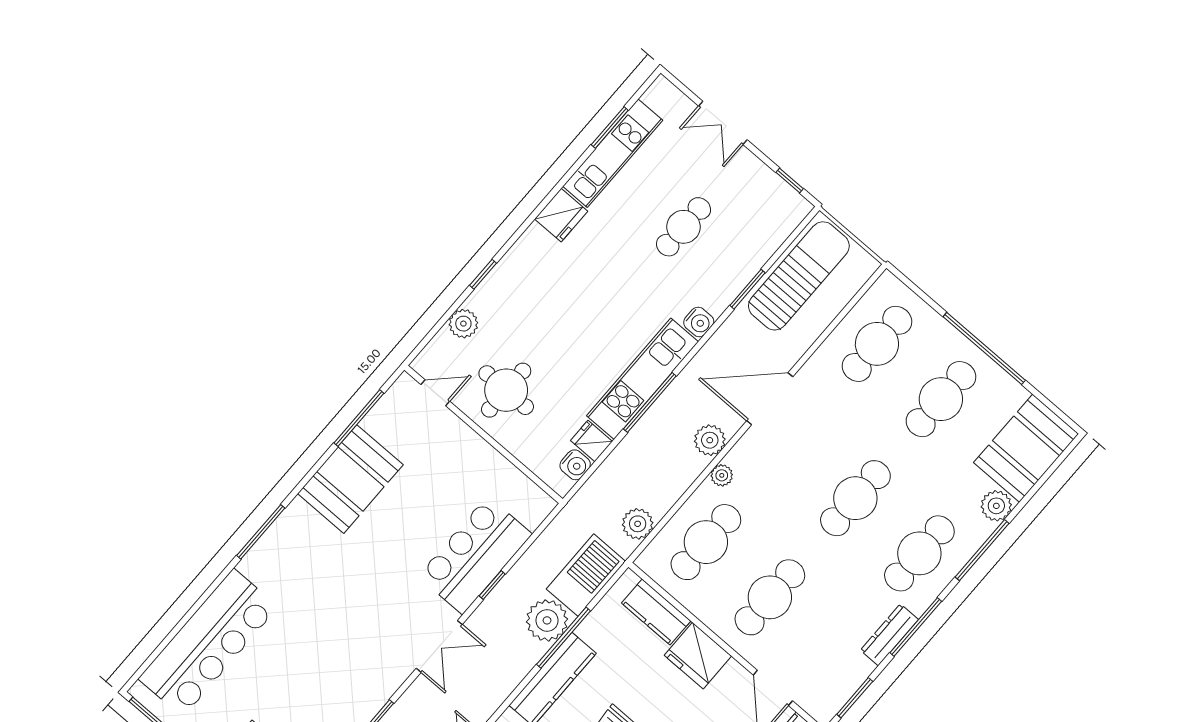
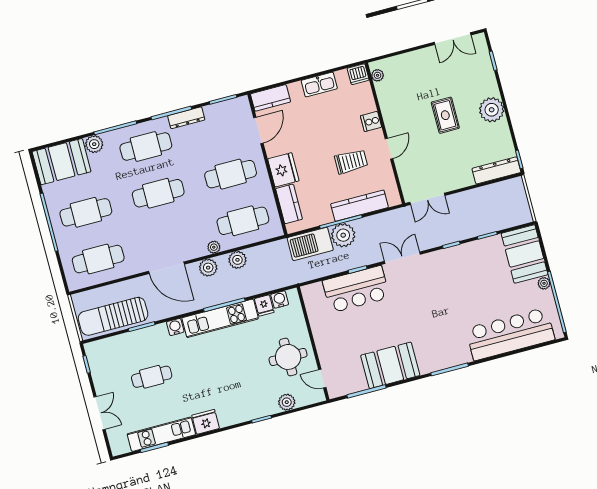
plant: (638, 524) -> (237, 260), moved

